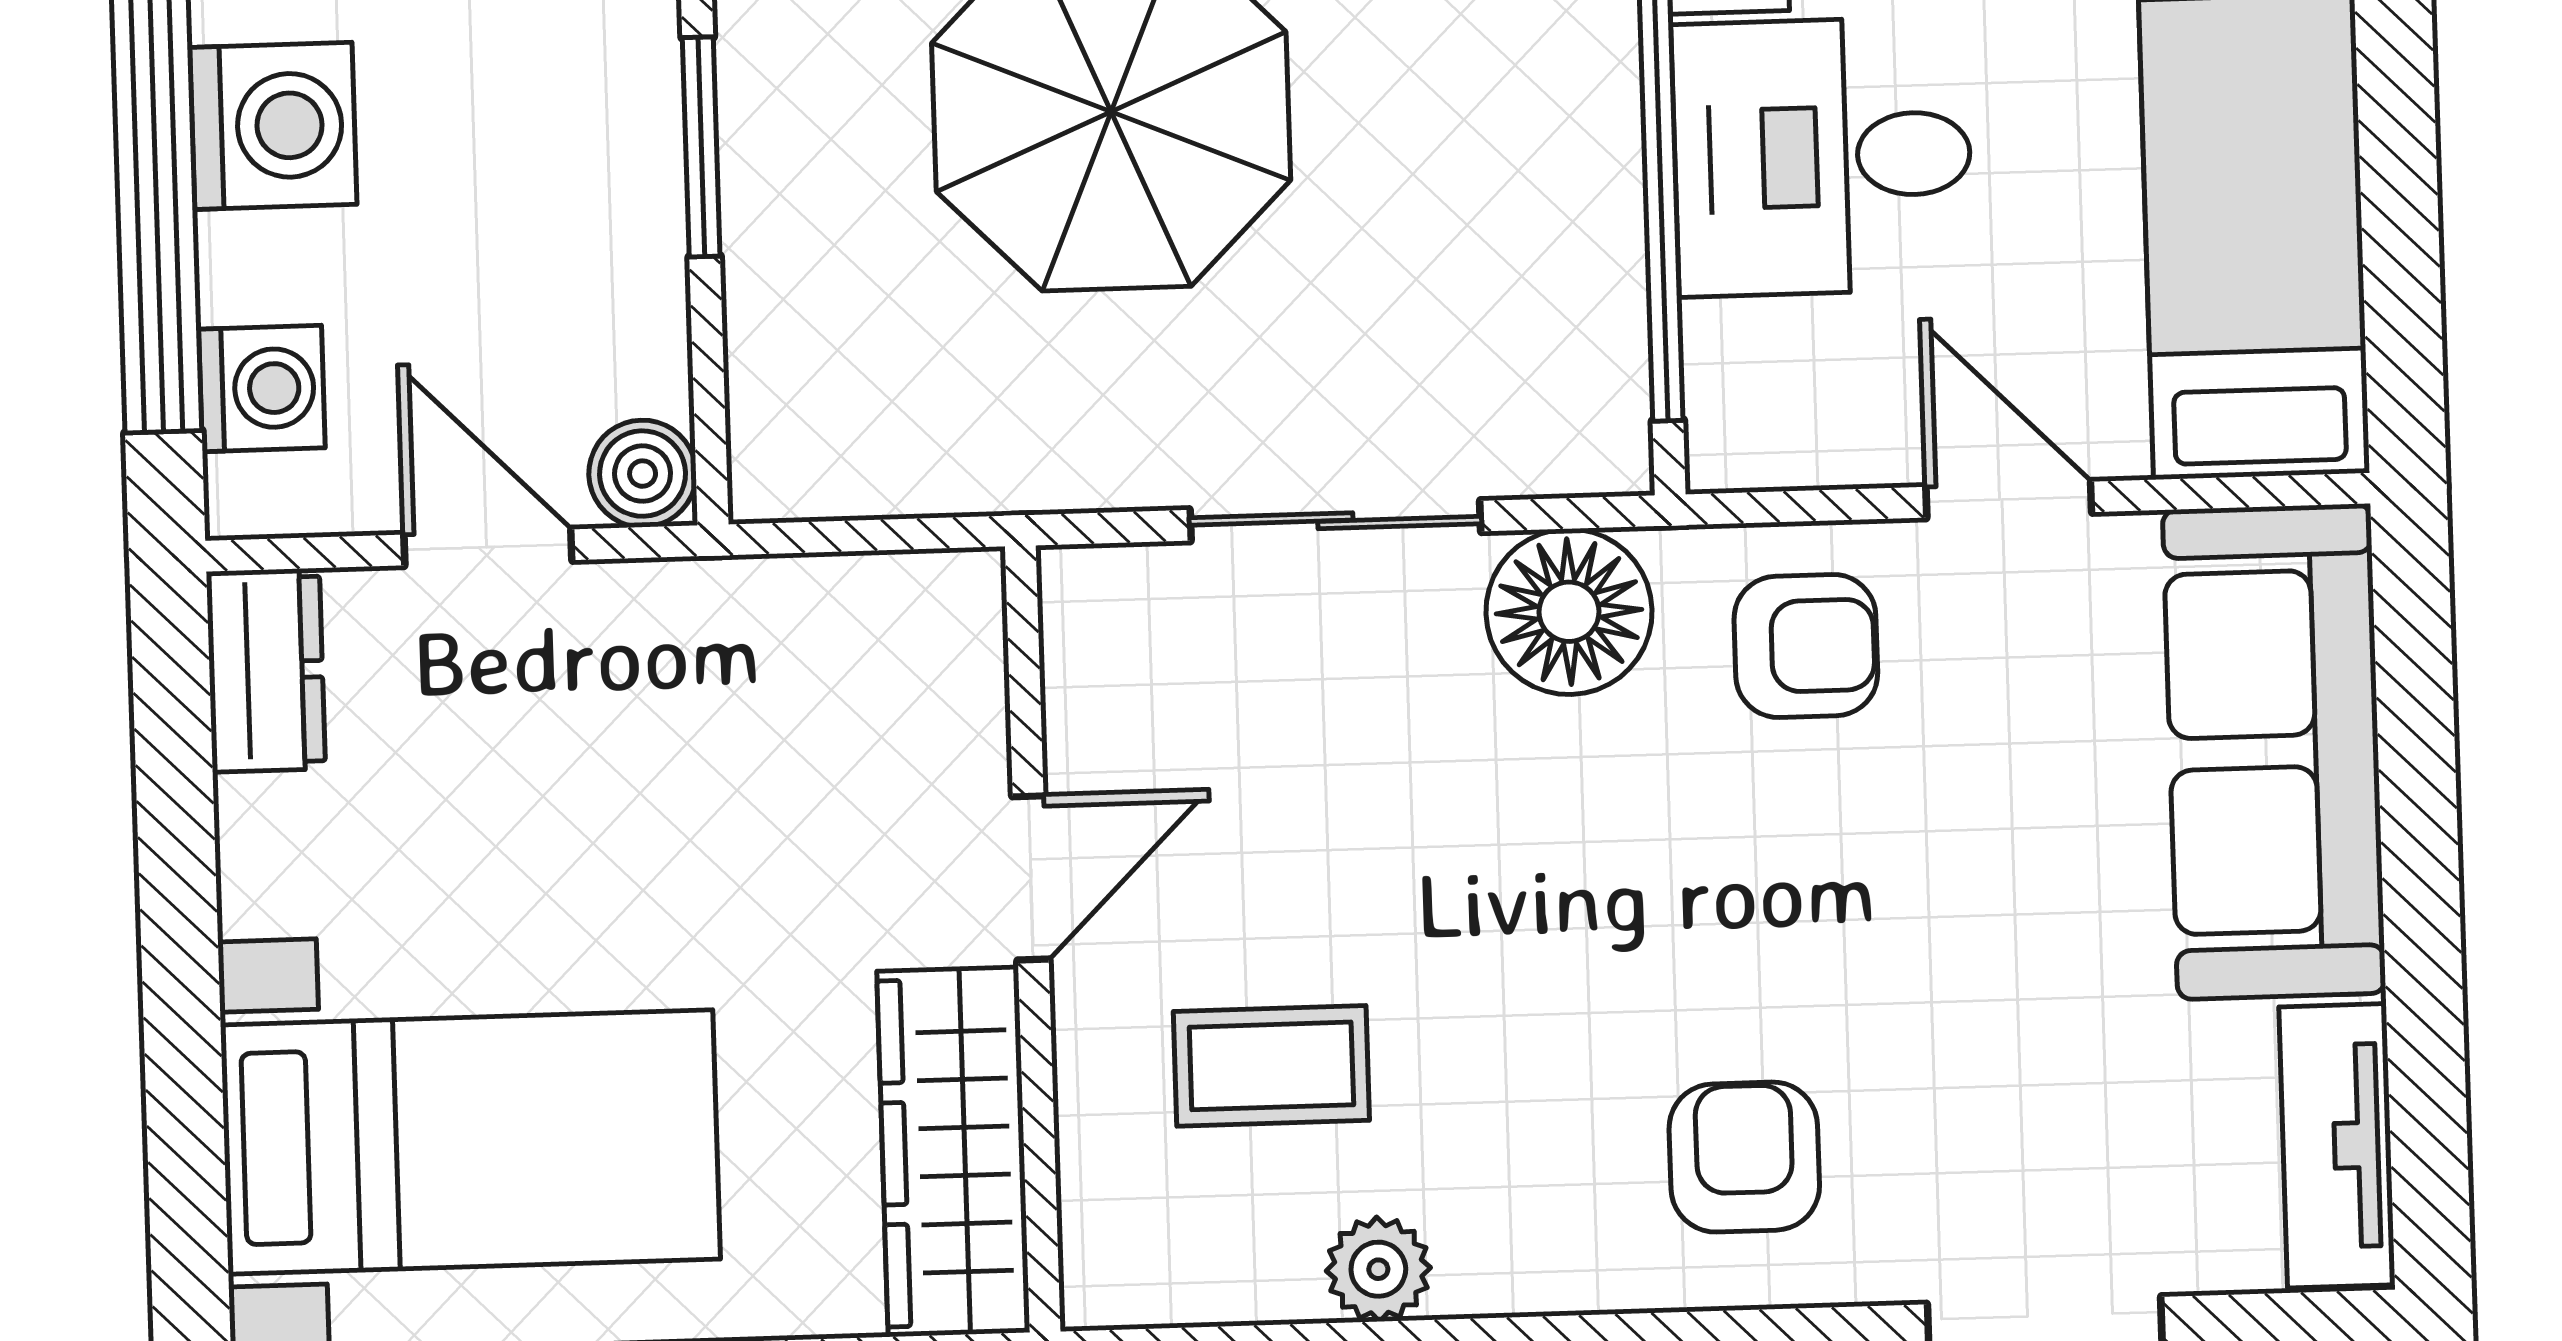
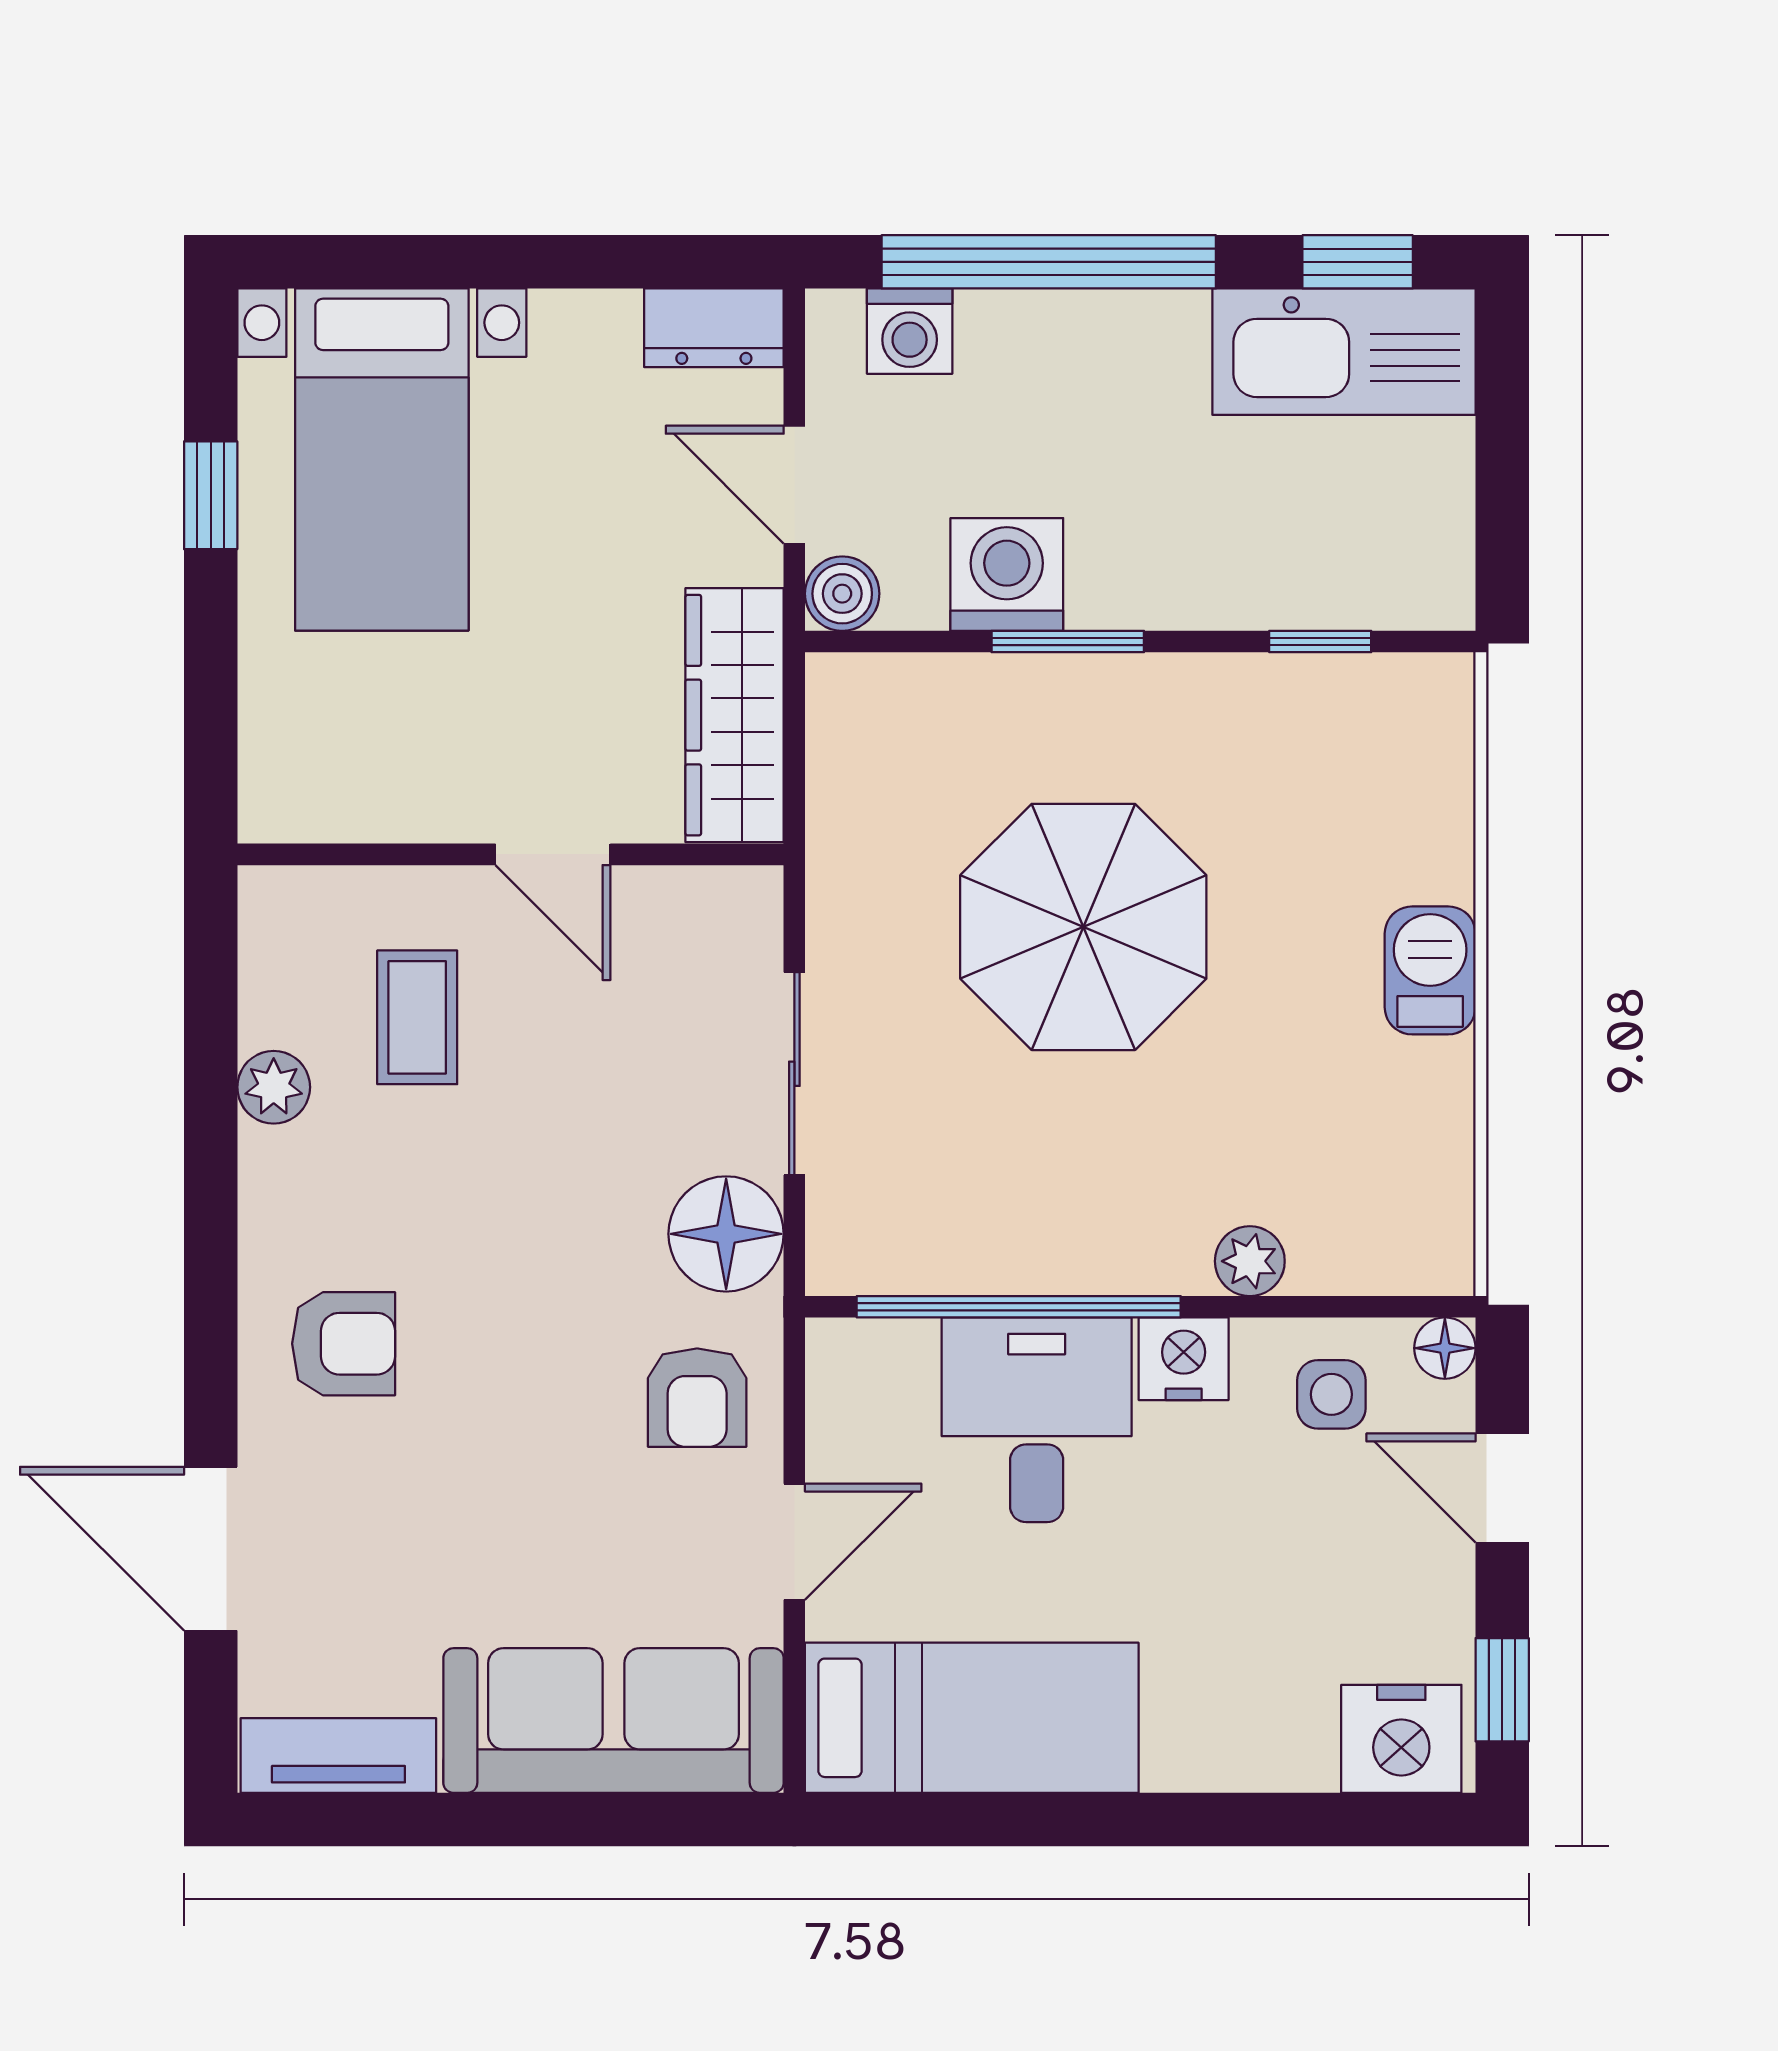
washing machine: (273, 126) -> (1007, 574), moved, turned 180
door: (488, 547) -> (794, 485), swing flipped
wardrobe: (953, 1152) -> (735, 715), moved, turned -90

